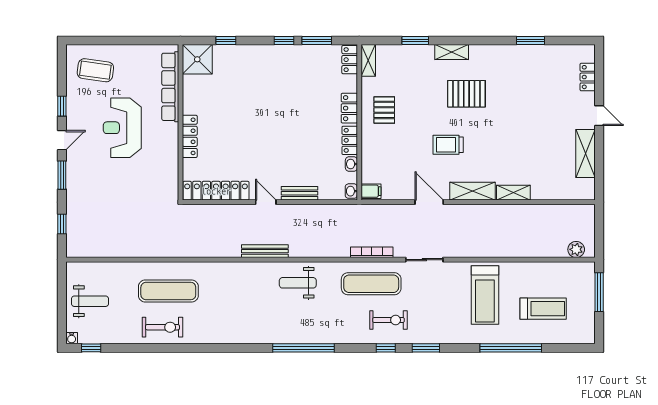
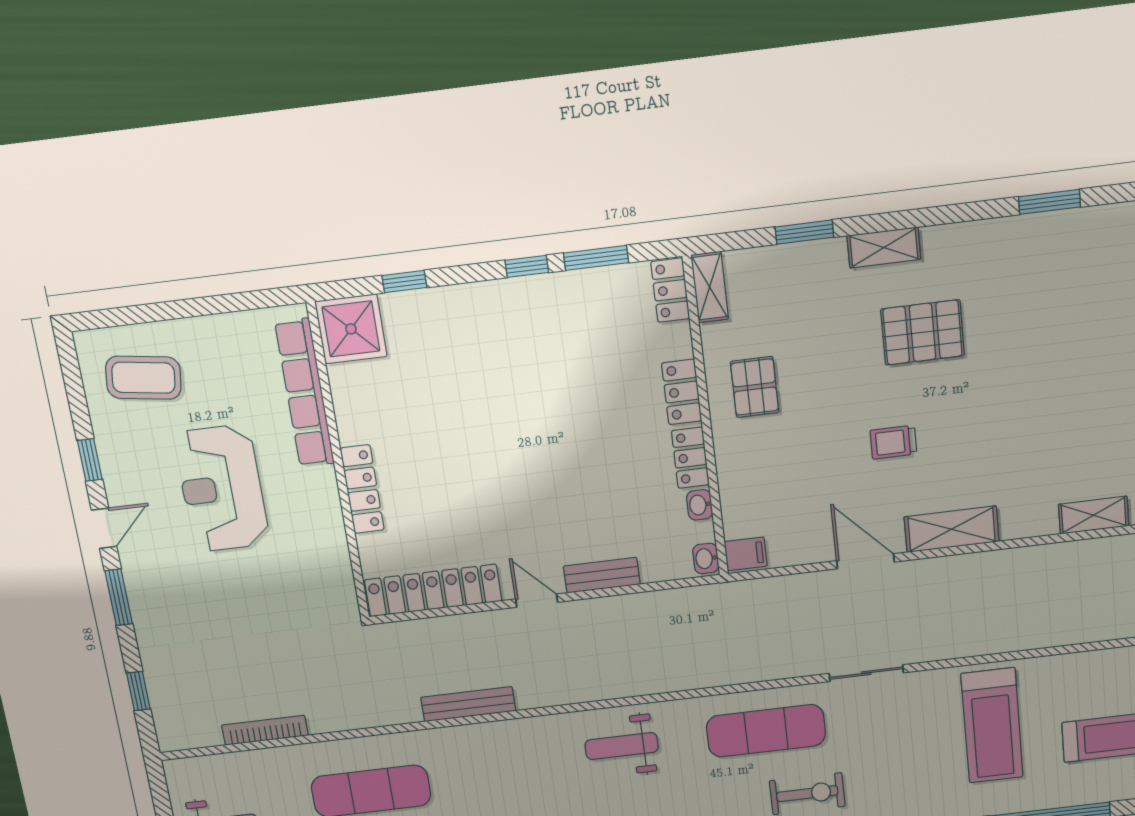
trolley: (448, 145) -> (893, 442), width x0.73, depth x0.72
shelving: (513, 193) -> (1094, 515), moved
bench: (265, 251) -> (468, 704), moved
bookcase: (372, 252) -> (265, 730), moved

